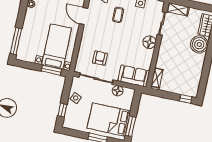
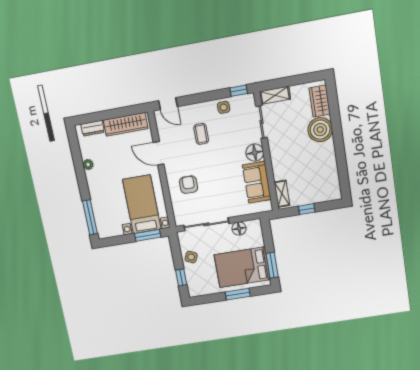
armchair: (100, 58) -> (189, 185), moved
sofa: (134, 76) -> (257, 182), moved, turned -90
window: (186, 99) -> (307, 209), moved

